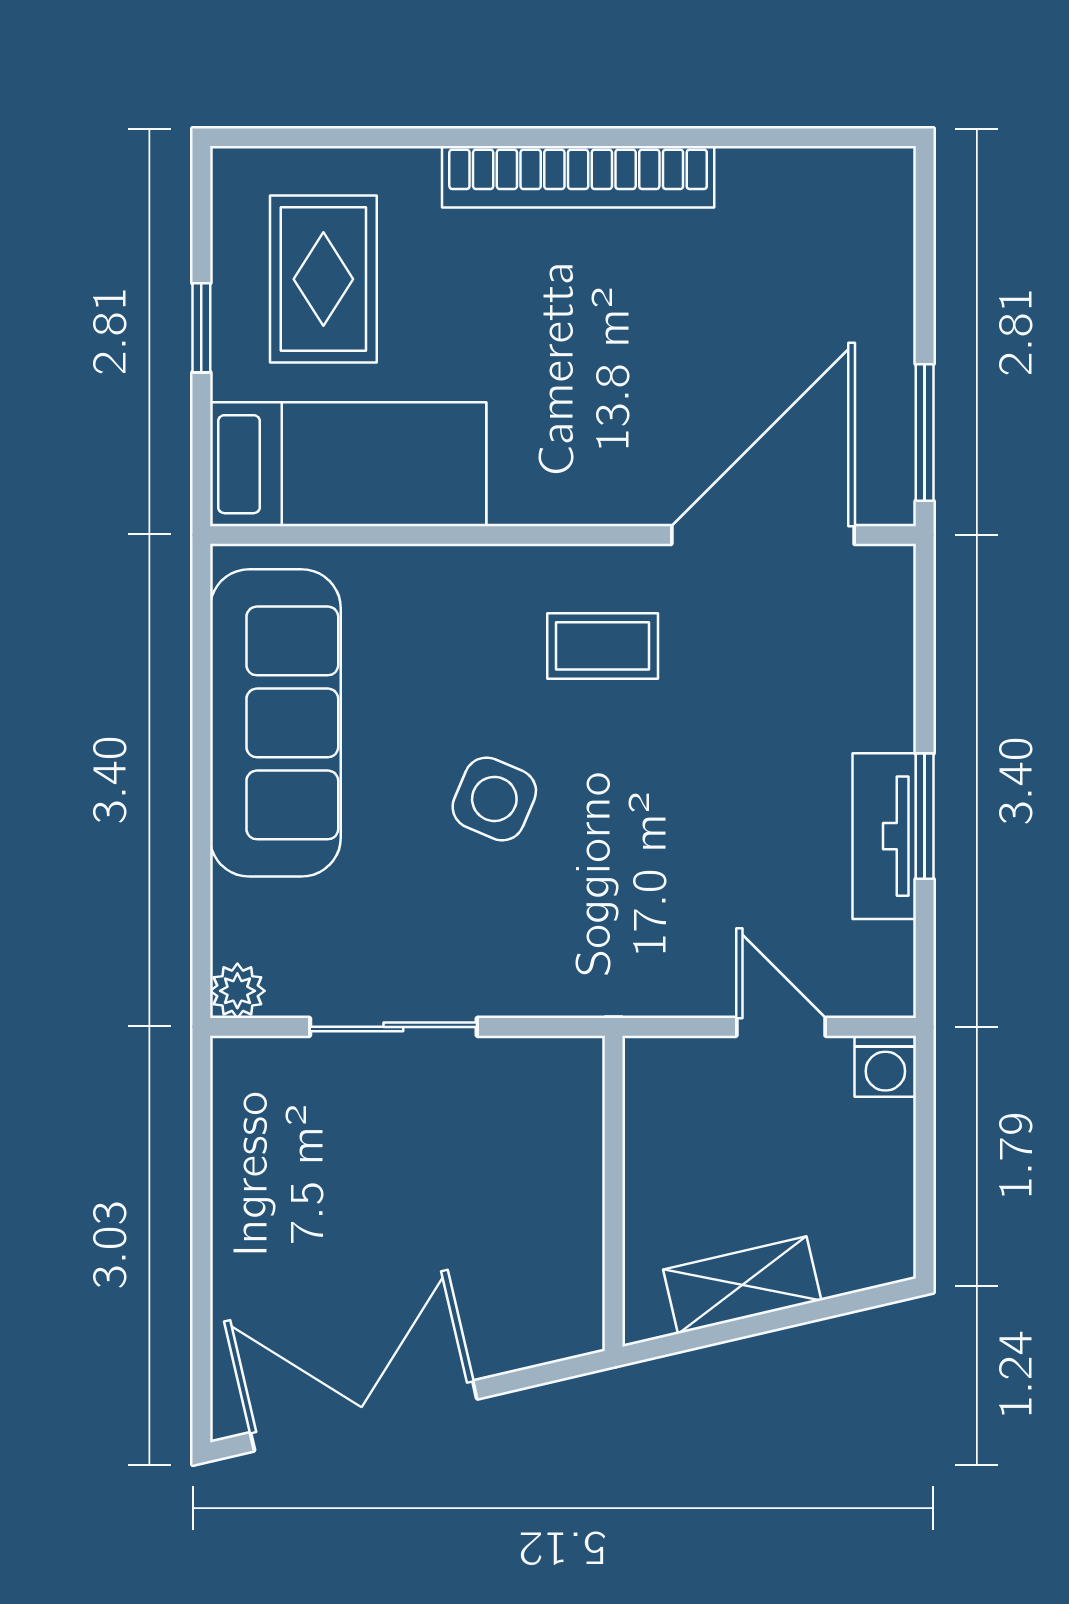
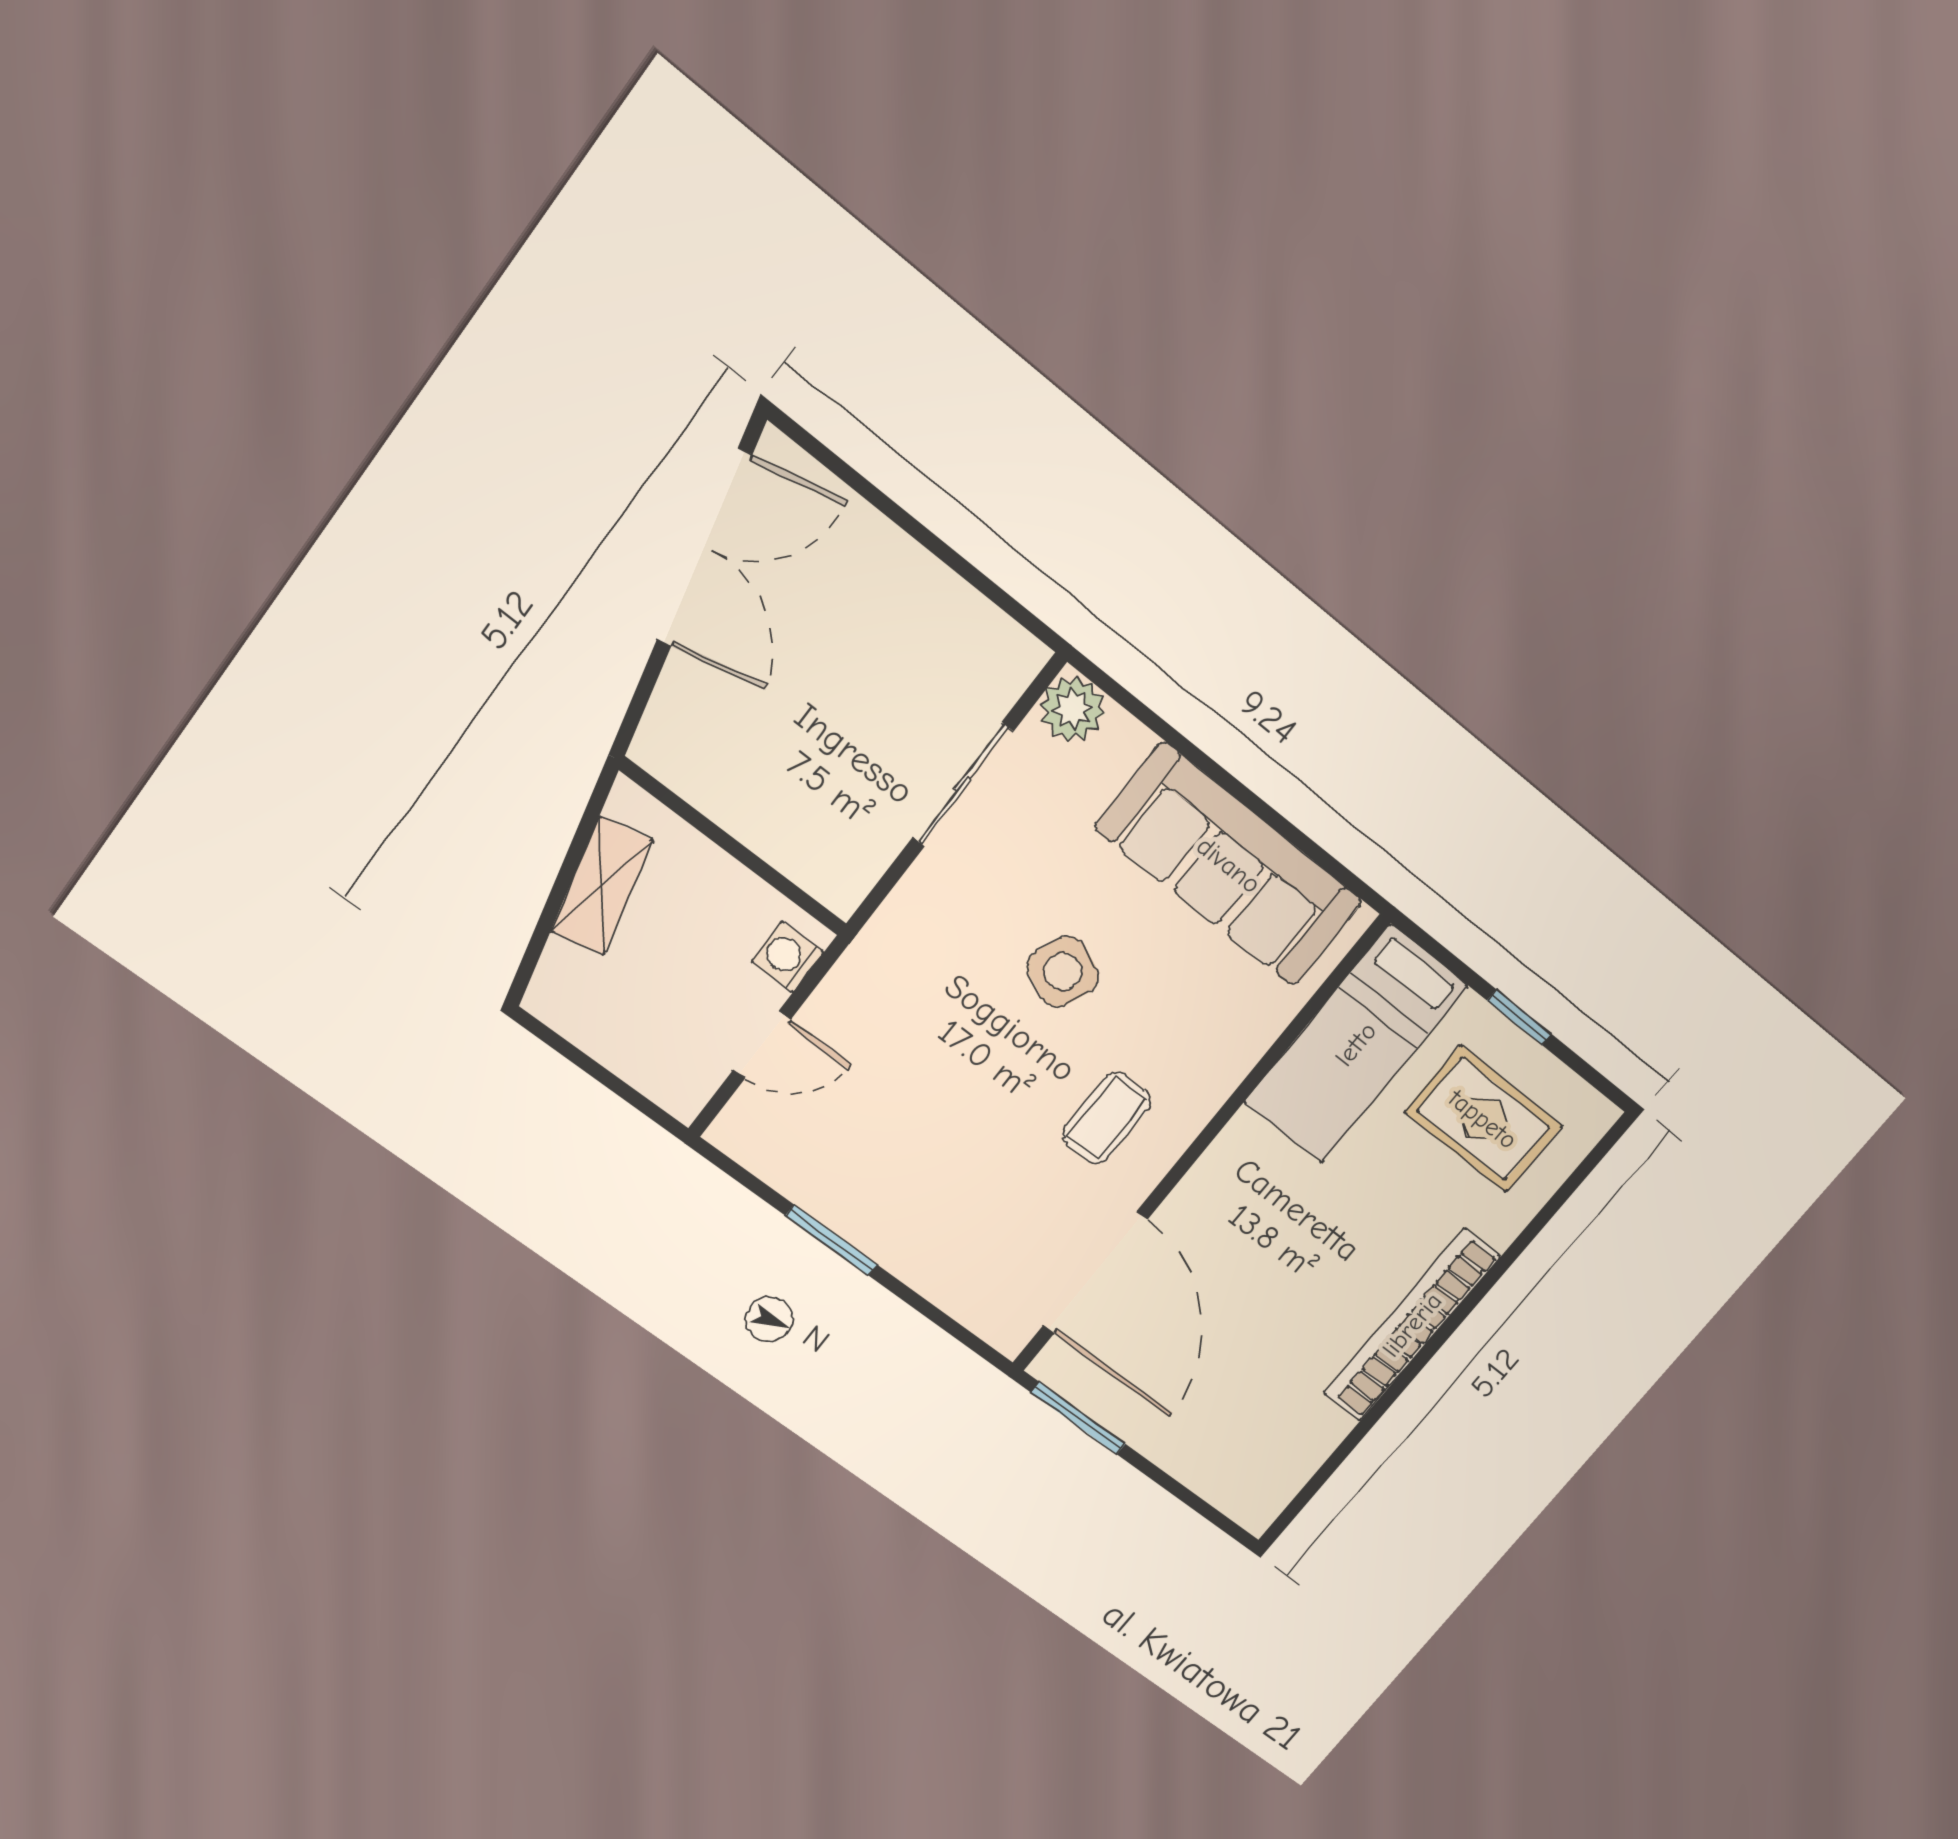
tv unit: (884, 836) -> (838, 1205), removed
plant: (237, 991) -> (1073, 709), width x1.38, depth x1.38
washing machine: (885, 1066) -> (787, 957), moved

